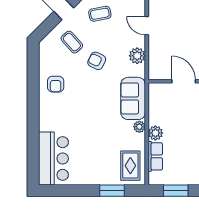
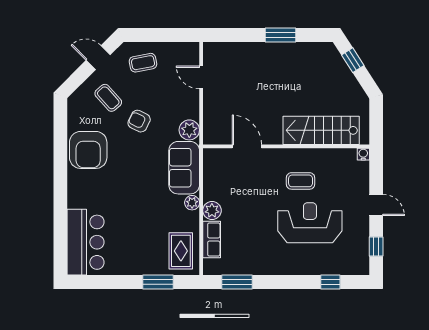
plant: (137, 56) -> (189, 130), moved
armchair: (56, 84) -> (88, 150), width x1.88, depth x1.88

